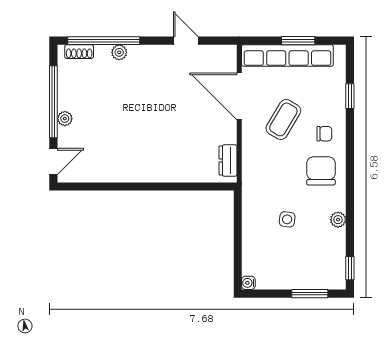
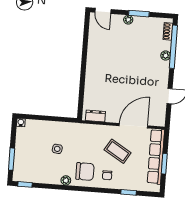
window: (53, 102) -> (139, 14), width x0.47
plant: (338, 220) -> (66, 180), moved

